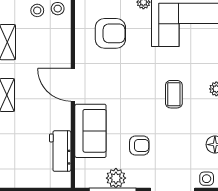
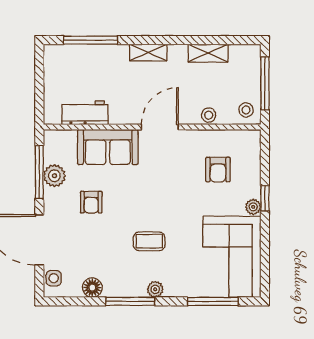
stool: (37, 10) -> (209, 115), moved
armchair: (110, 33) -> (218, 170), width x0.72, depth x0.72

